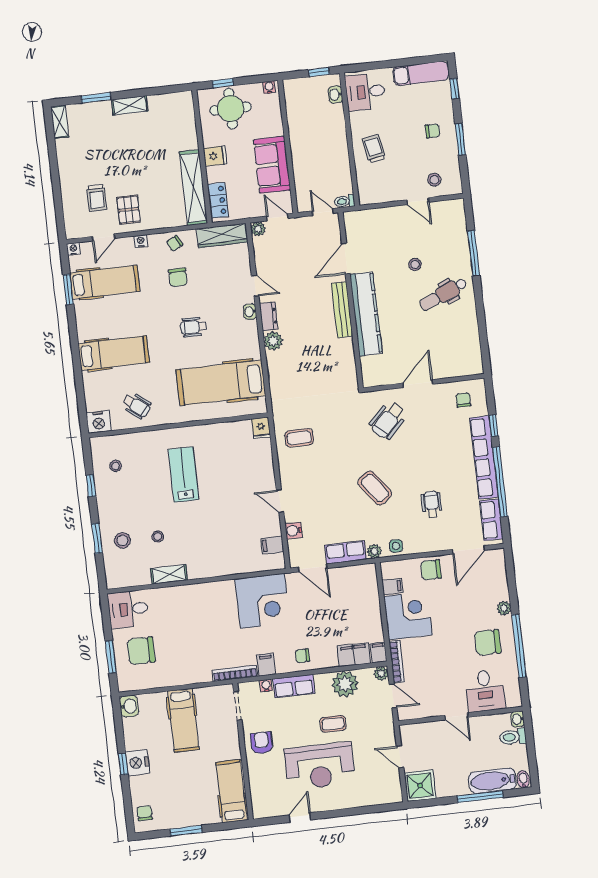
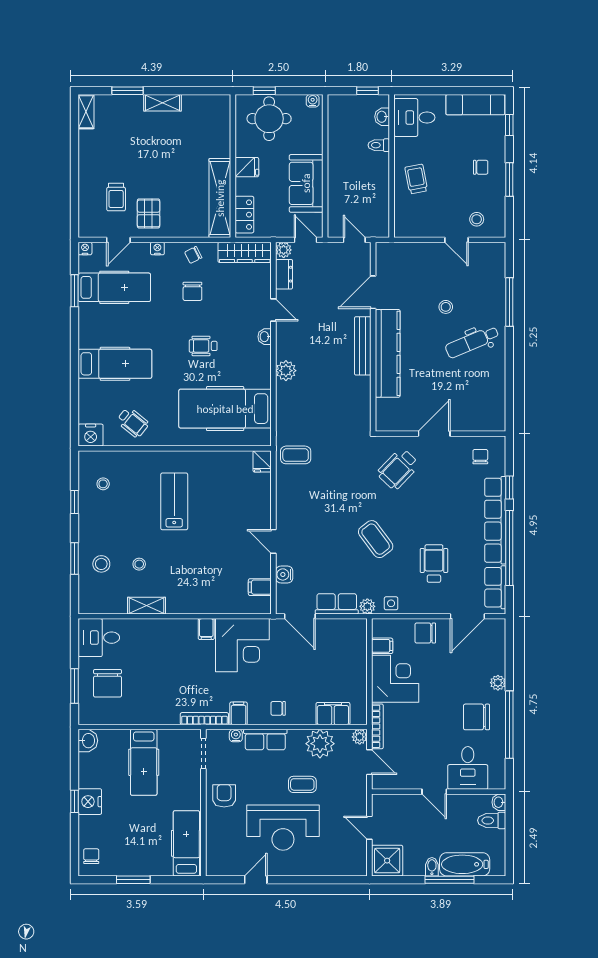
toilet: (345, 201) -> (379, 145), moved
dresser: (269, 316) -> (284, 274), moved
coffee table: (299, 438) -> (296, 455), moved
wheelchair: (432, 504) -> (434, 564), width x1.36, depth x1.37
chair: (141, 651) -> (108, 683), turned -90
filing cabinet: (378, 652) -> (206, 629), moved, turned 180
bidet: (523, 779) -> (432, 867), moved

